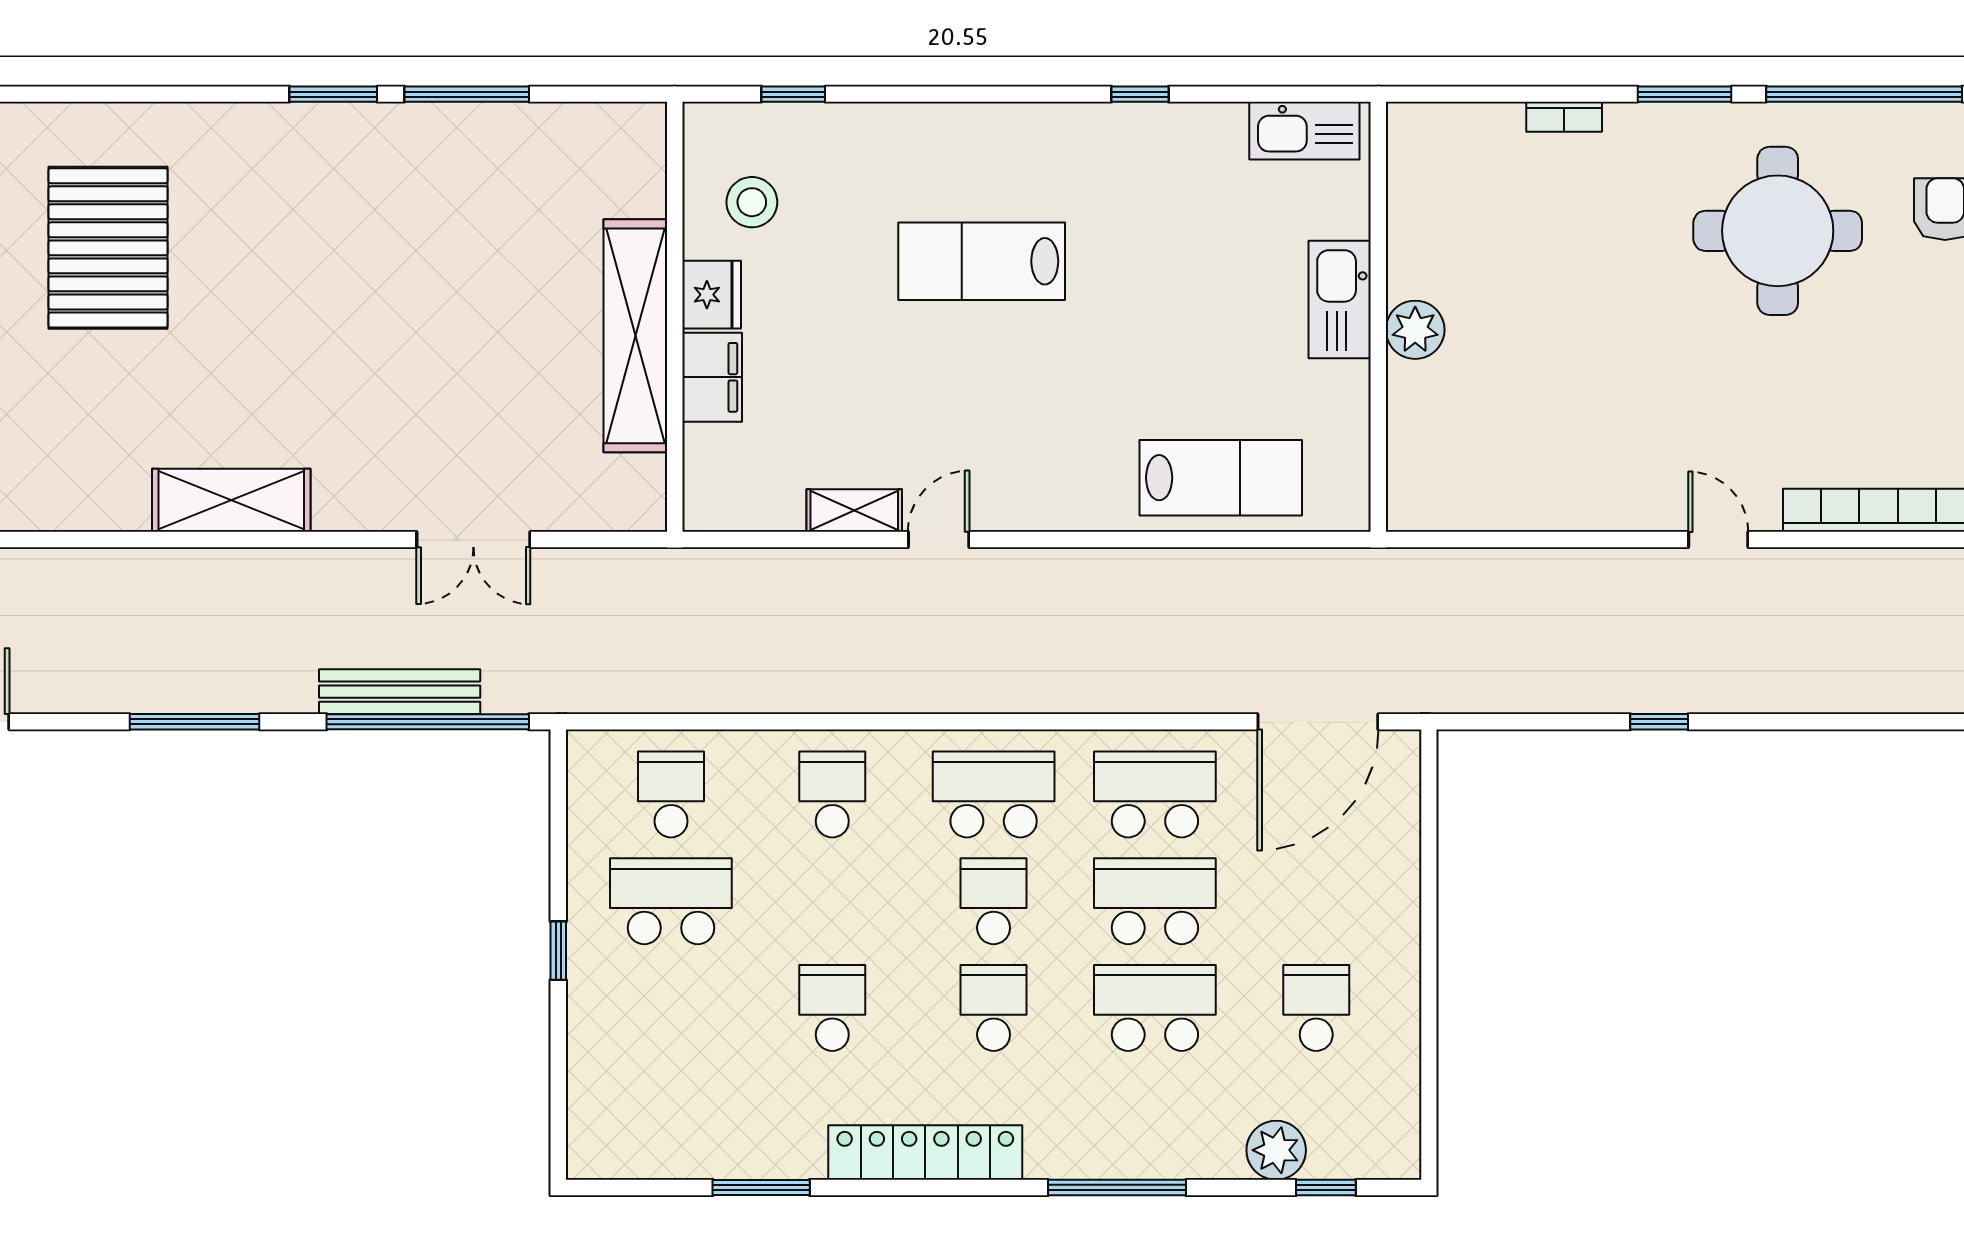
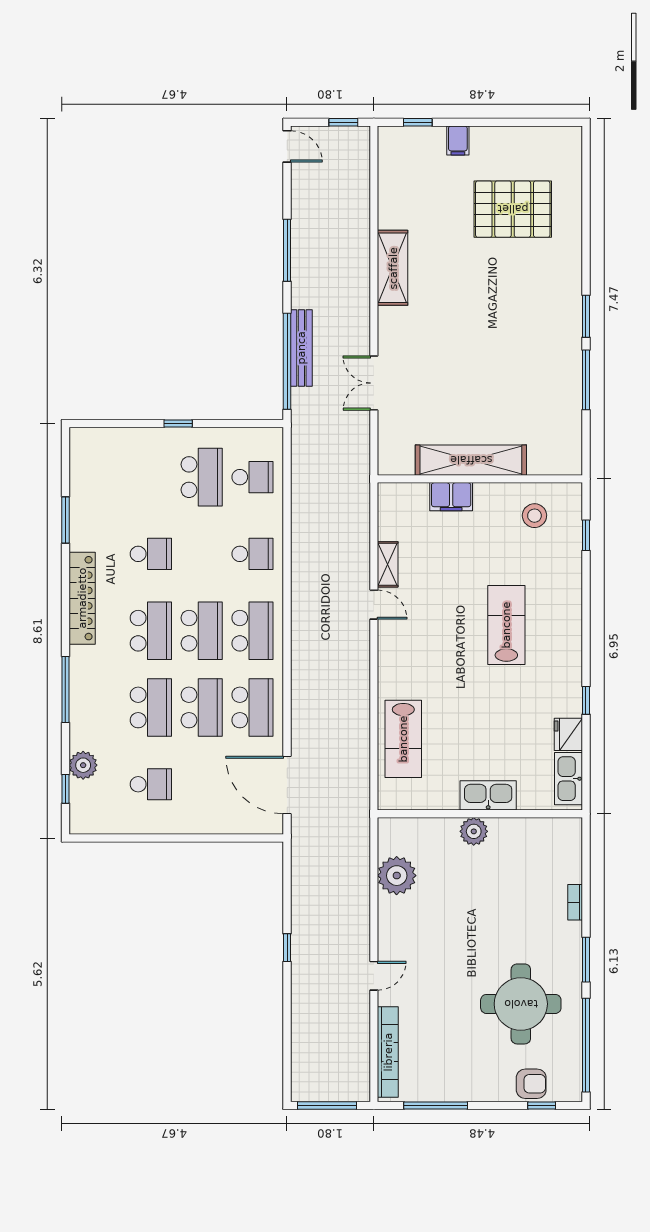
fridge: (712, 295) -> (568, 734), moved, turned 90
plant: (1508, 491) -> (397, 876), added
school desk: (994, 901) -> (202, 631), width x1.85
school desk: (994, 1008) -> (151, 631), width x1.85

